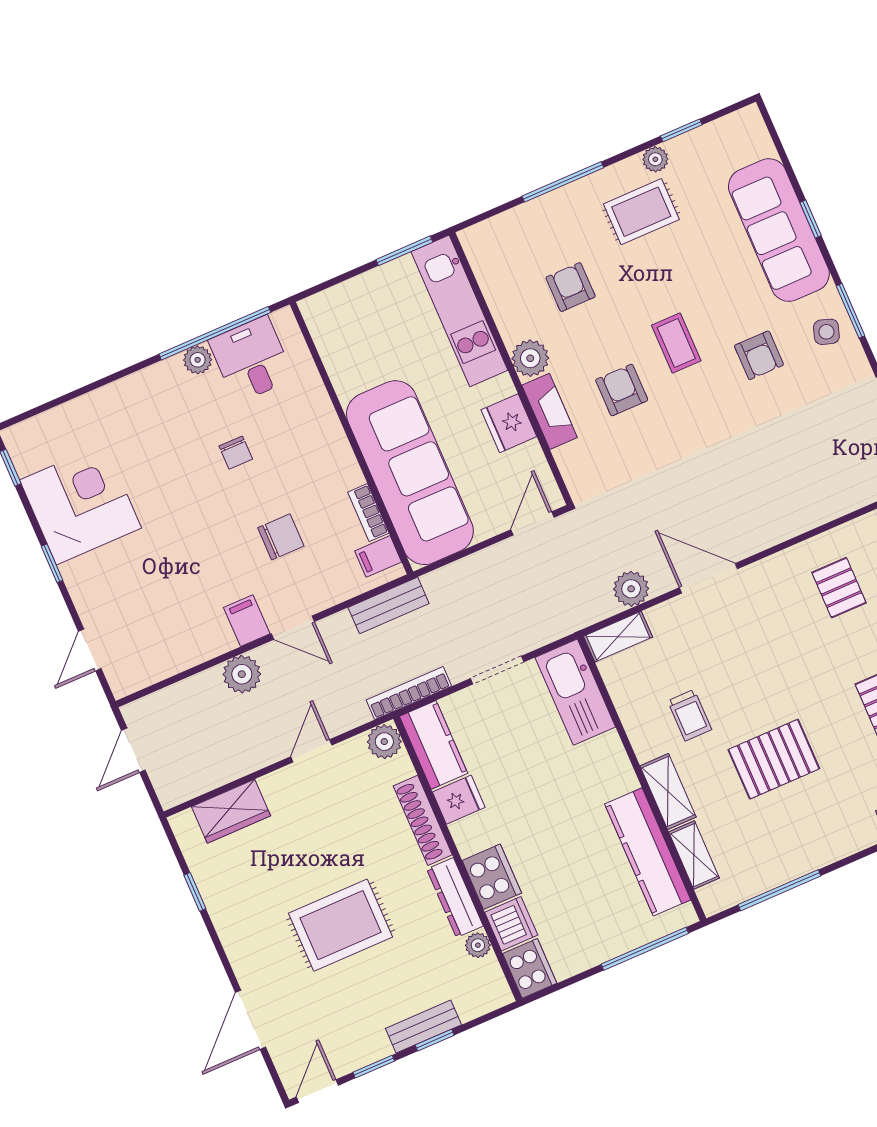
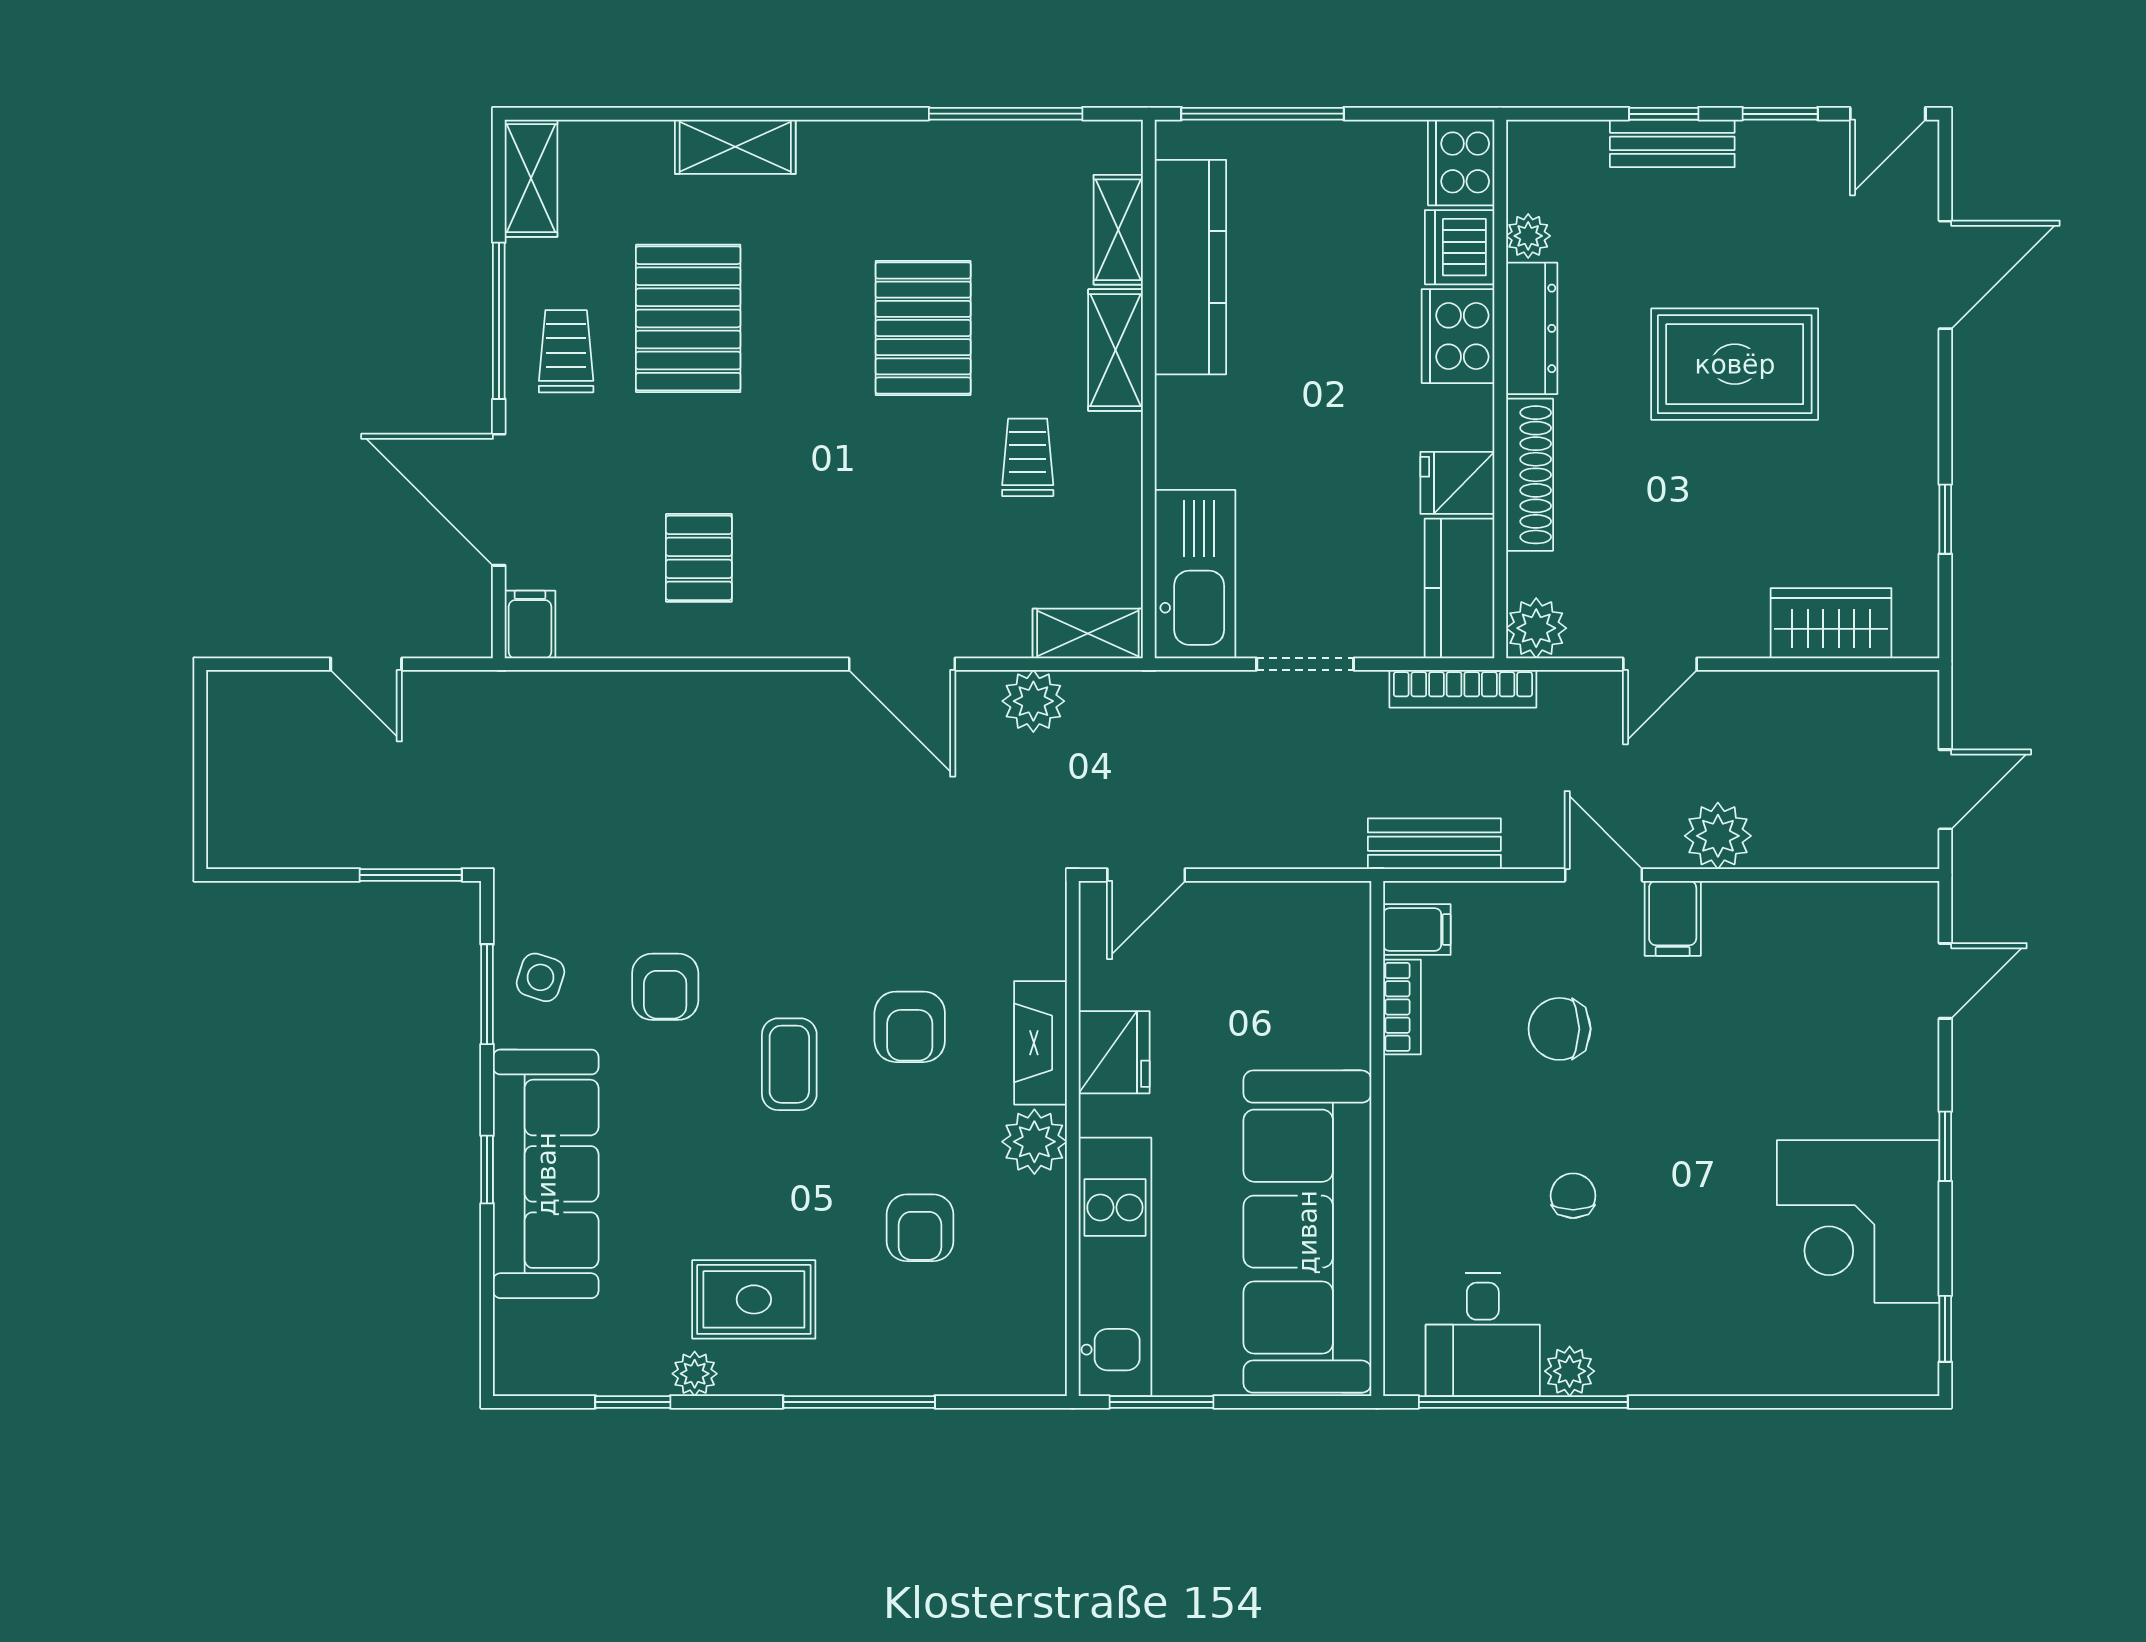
armchair: (759, 355) -> (665, 987), turned 180
sofa: (410, 473) -> (1307, 1232), moved
pallet: (774, 759) -> (923, 328), turned 90

